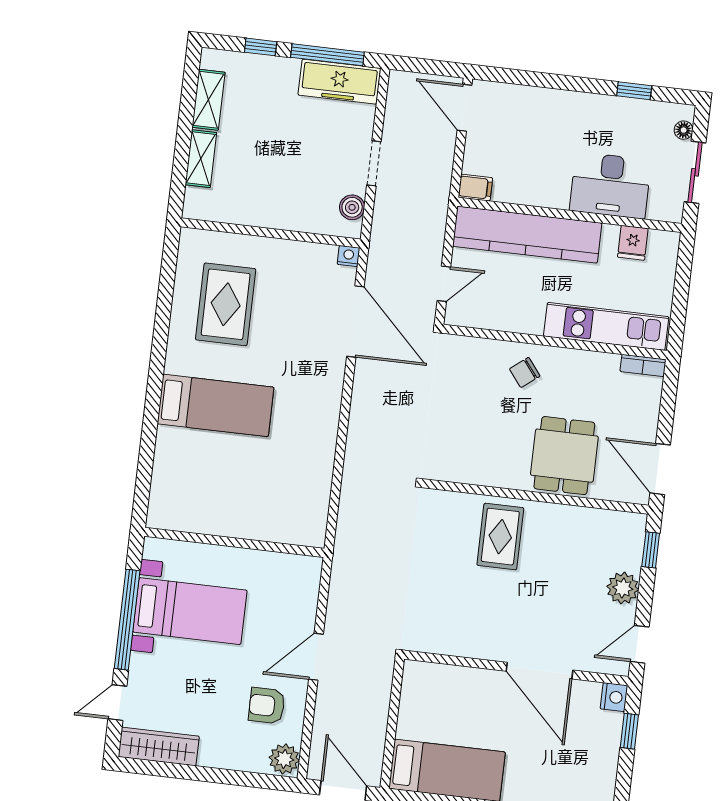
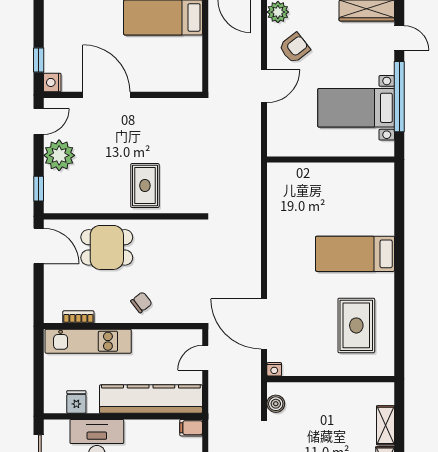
bookcase: (643, 365) -> (78, 317), moved
dining table: (564, 456) -> (107, 247), turned 90
plant: (623, 588) -> (59, 155), width x1.36, depth x1.36
door: (117, 703) -> (399, 38), hinge flipped
armchair: (267, 706) -> (295, 48), turned -38

